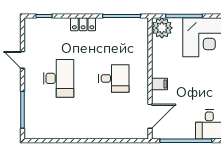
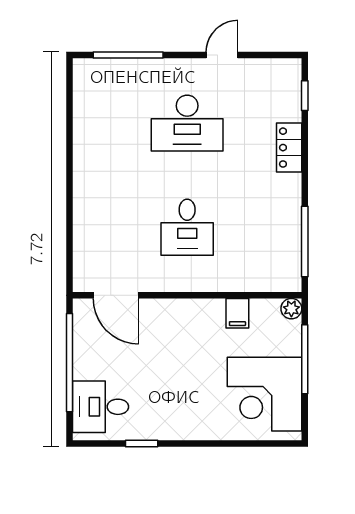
locker: (83, 24) -> (289, 148), moved
plant: (162, 28) -> (291, 309), width x0.53, depth x0.53
filing cabinet: (160, 84) -> (237, 313), moved

